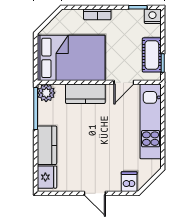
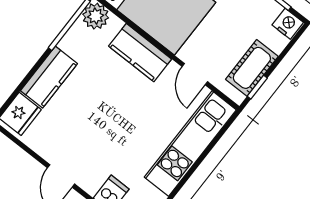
door: (124, 82) -> (195, 74), hinge flipped

